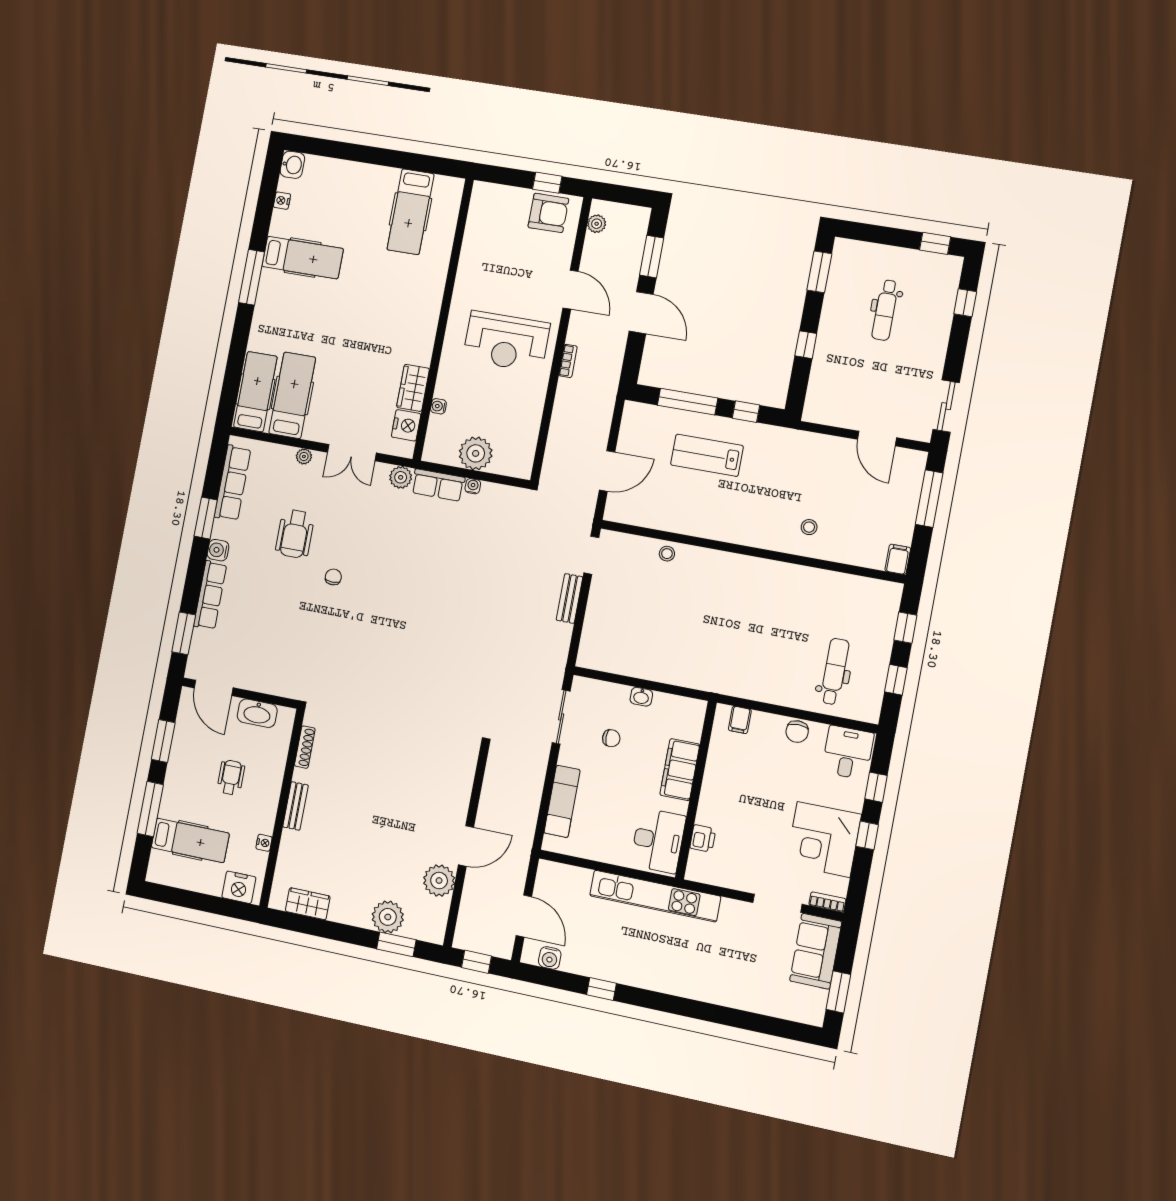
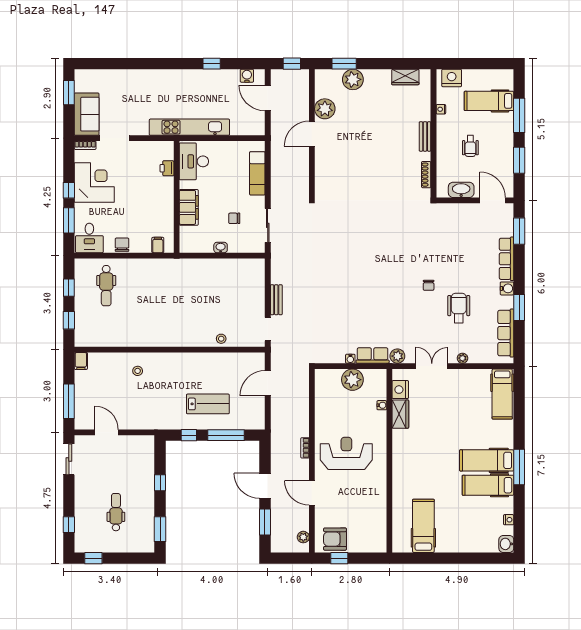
hospital bed: (292, 395) -> (487, 460), moved, turned 90
window: (876, 787) -> (69, 220), width x1.50

